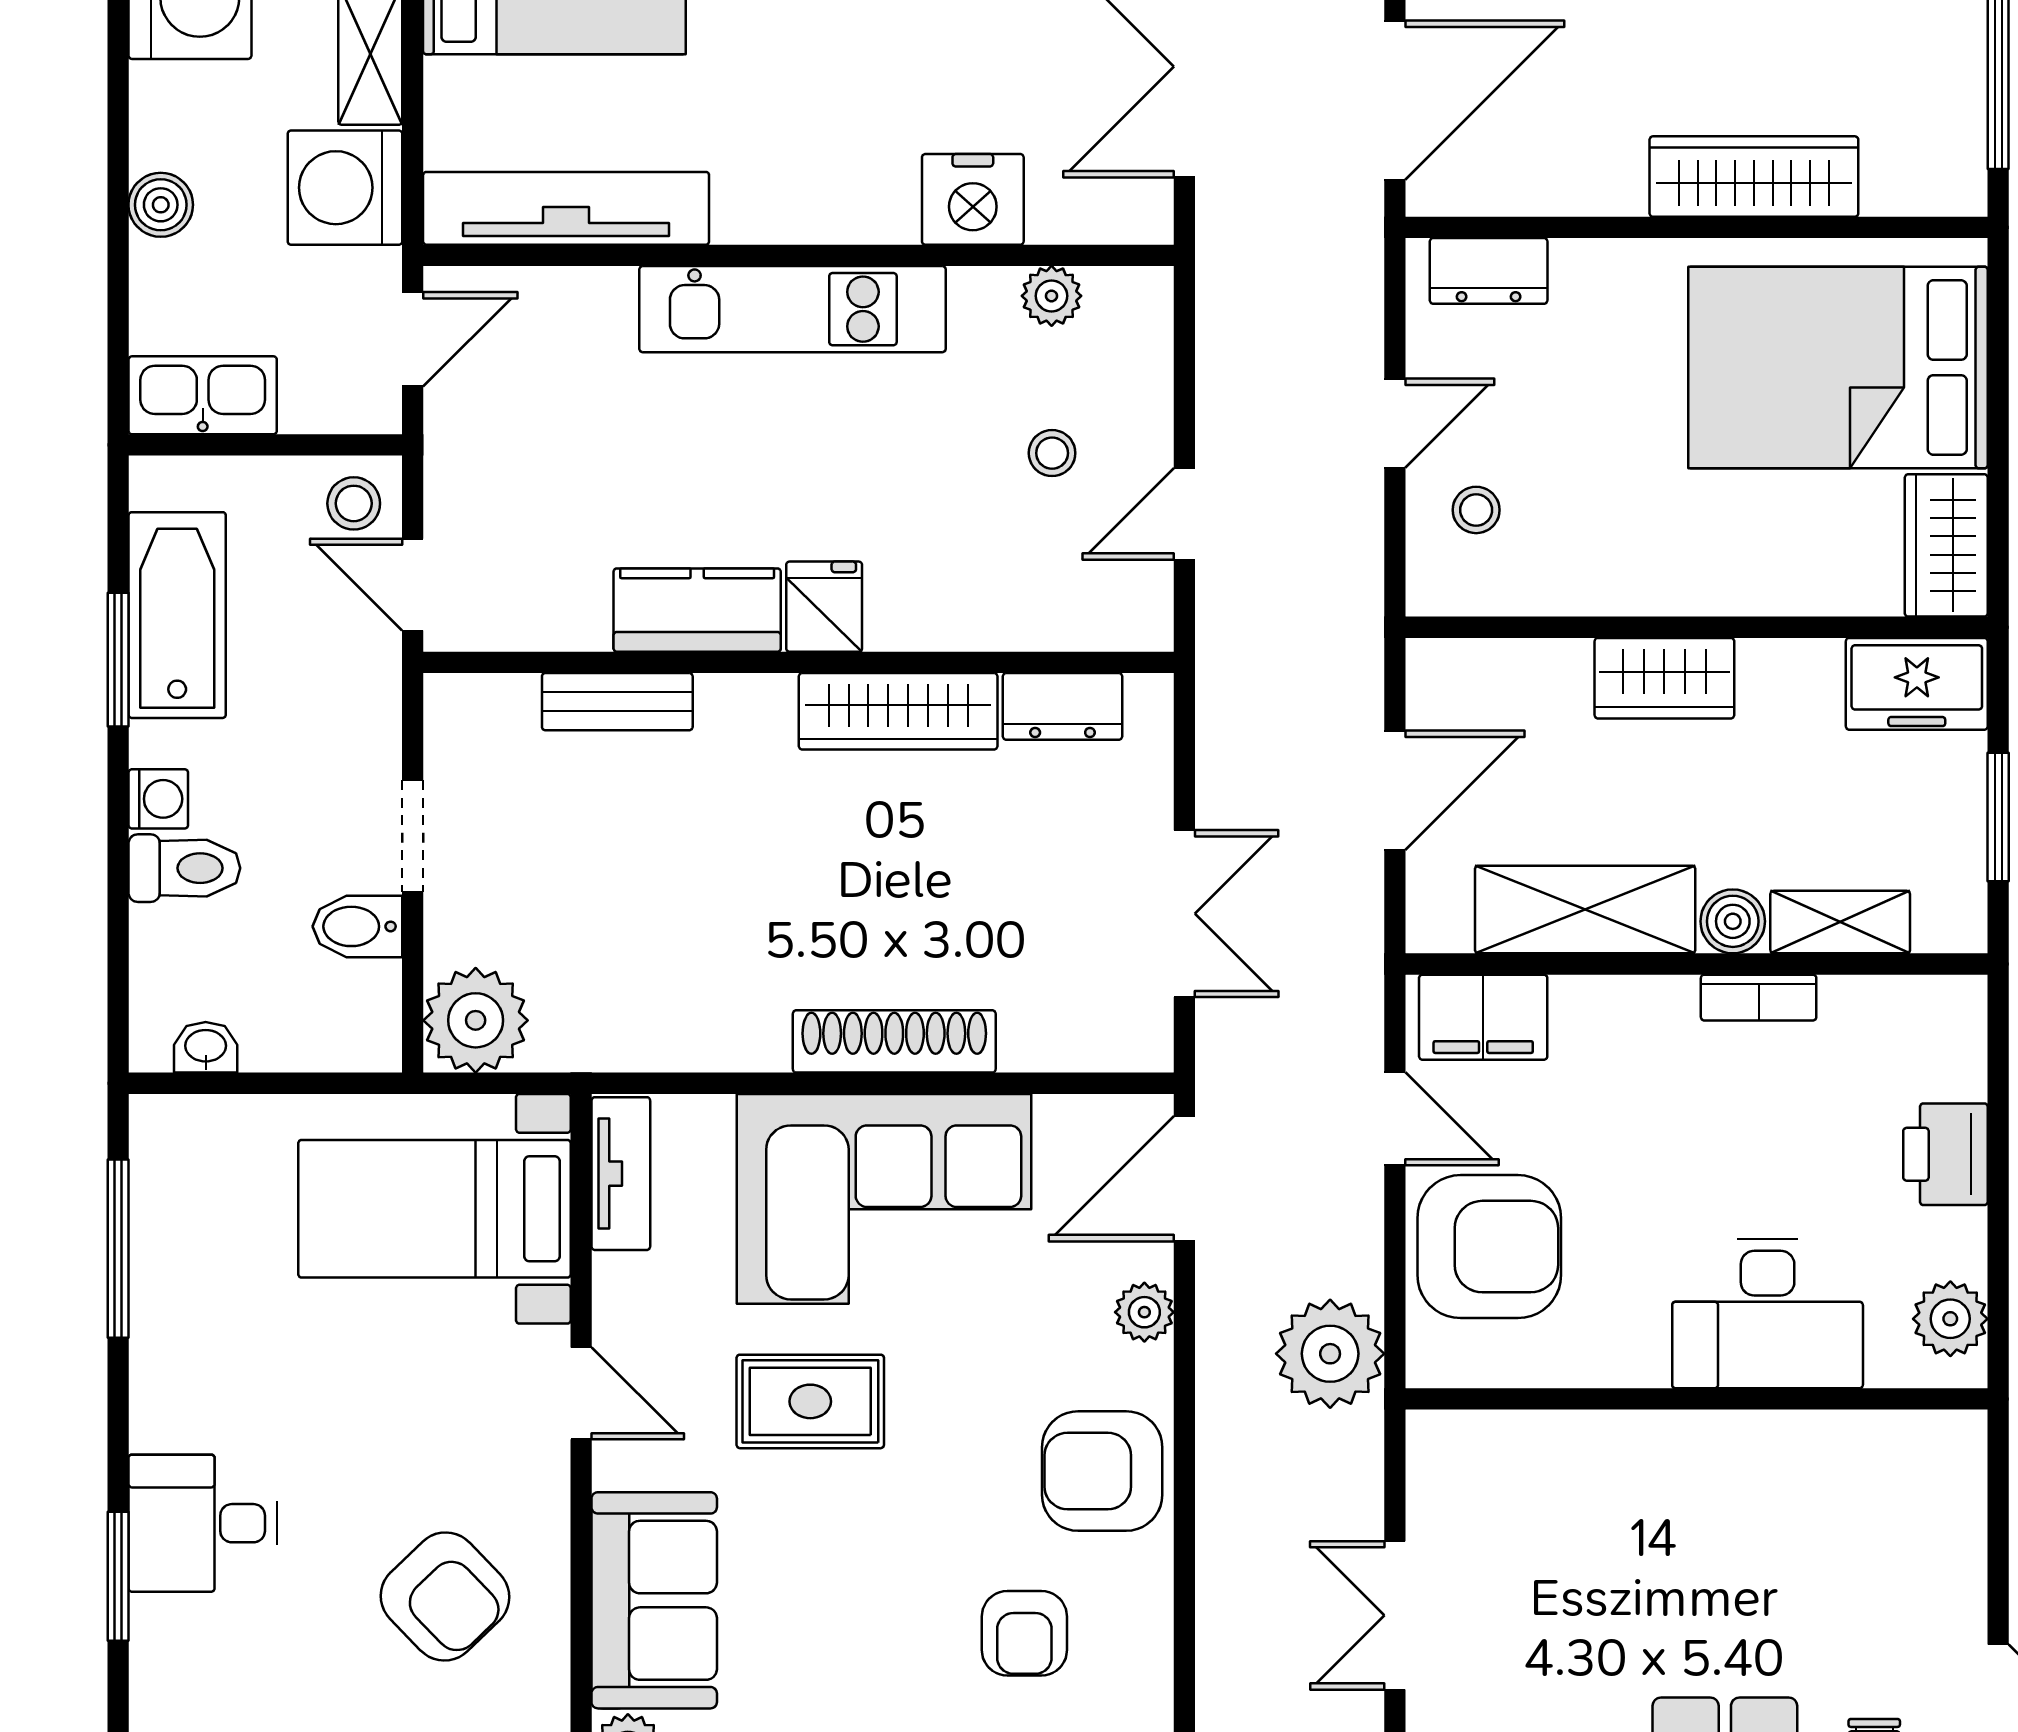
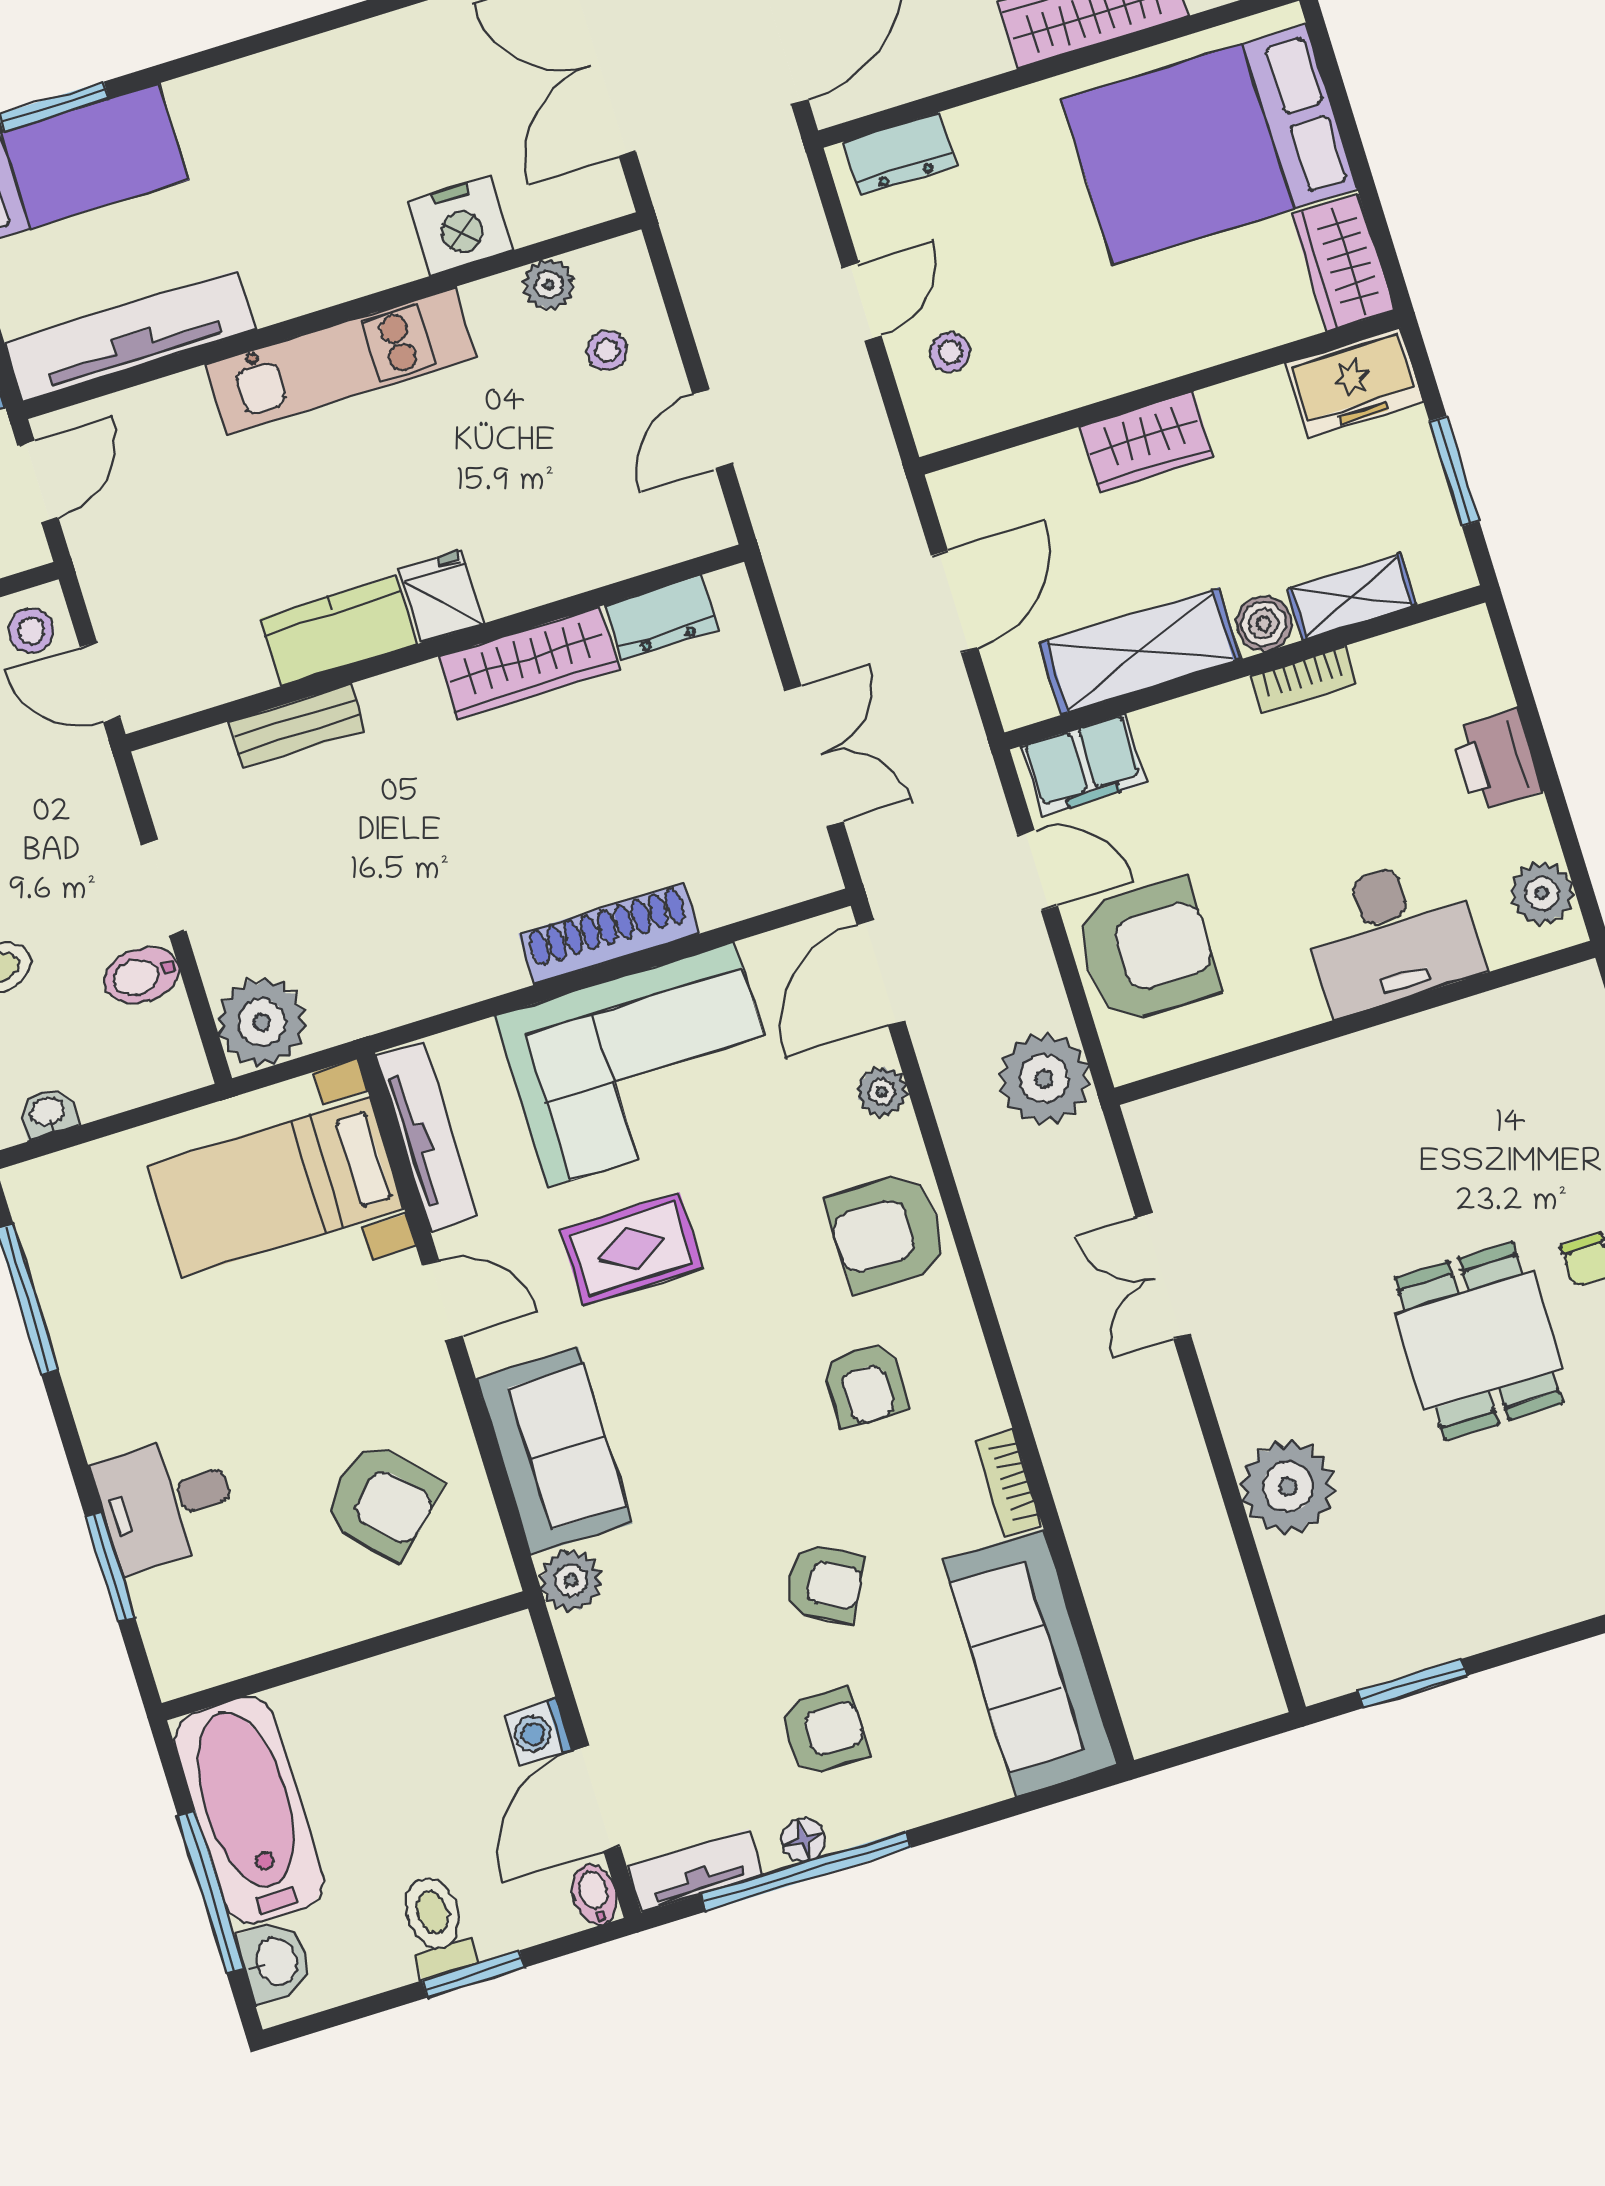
stool: (1052, 453) -> (607, 351), moved
tv unit: (621, 1174) -> (427, 1136), width x1.41

